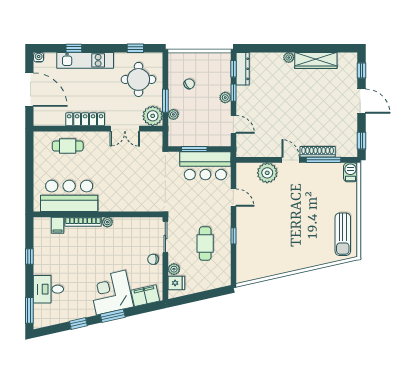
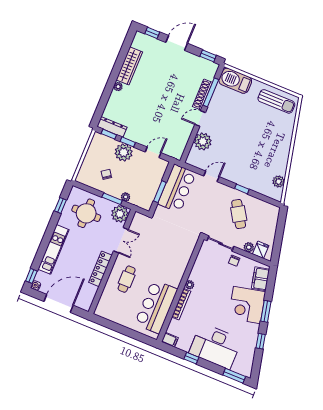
window: (74, 48) -> (31, 276), moved
plant: (225, 98) -> (124, 152), width x1.88, depth x1.88
cafe table: (68, 146) -> (127, 279), moved
barbecue: (350, 172) -> (235, 81), width x1.88, depth x1.53
filing cabinet: (58, 225) -> (170, 340), moved
cafe table: (205, 244) -> (239, 214), turned 58
plant: (258, 272) -> (279, 182), added
desk: (48, 289) -> (215, 346), width x1.87, depth x1.30

